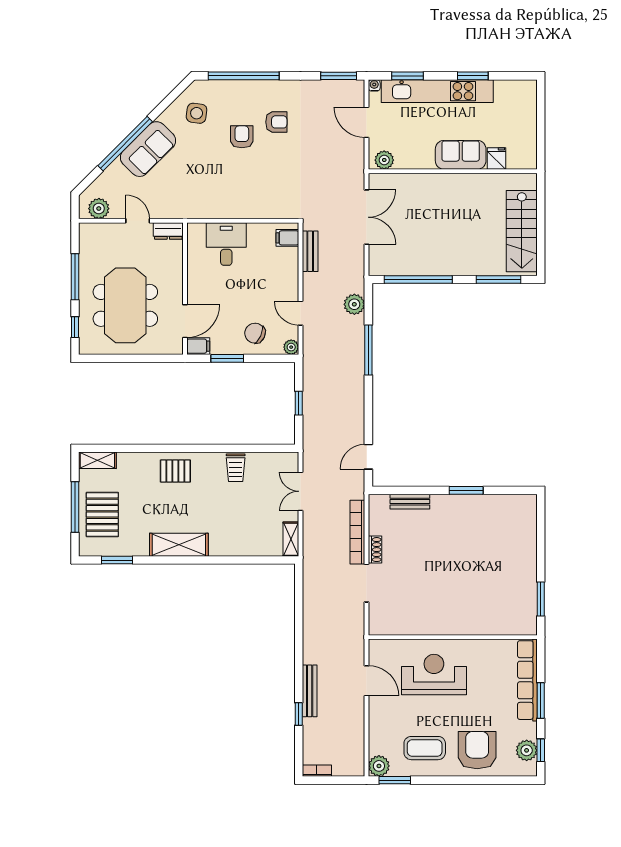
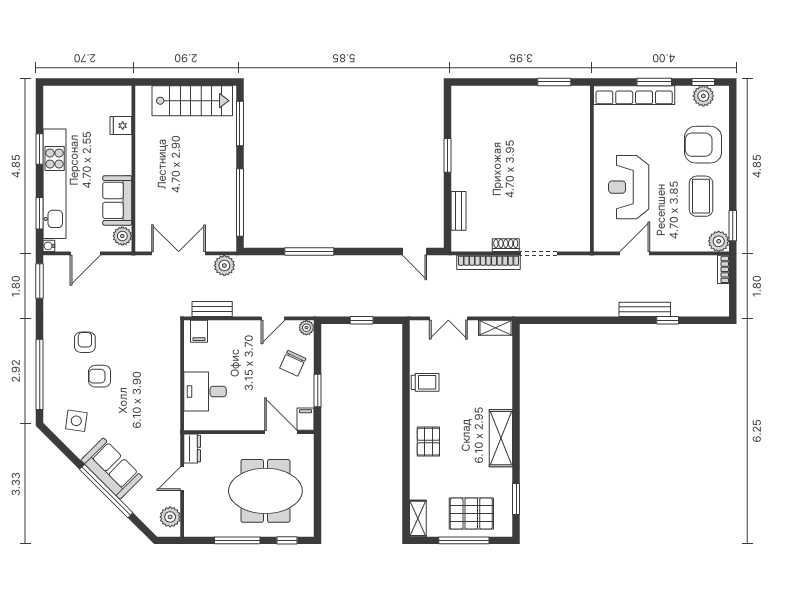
sofa: (461, 155) -> (117, 200), moved
plant: (354, 304) -> (224, 265), moved
bookcase: (317, 771) -> (723, 269), moved

